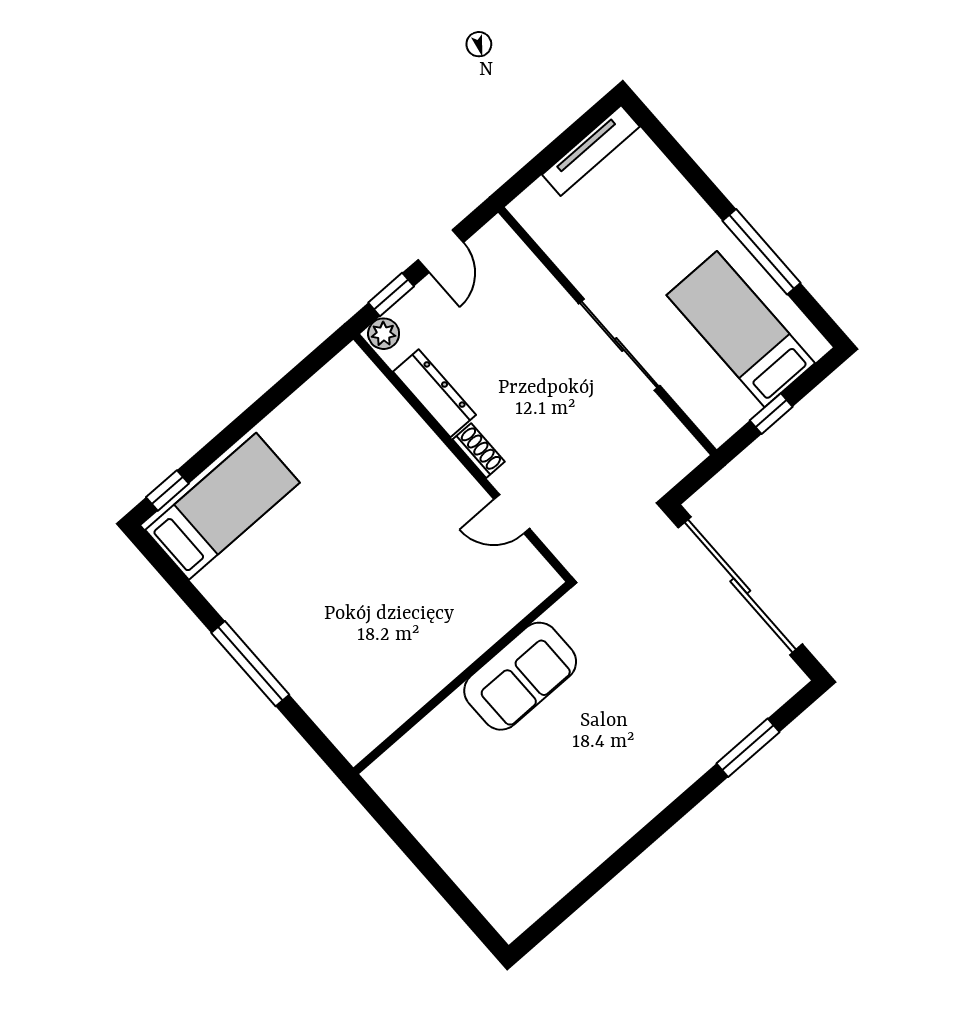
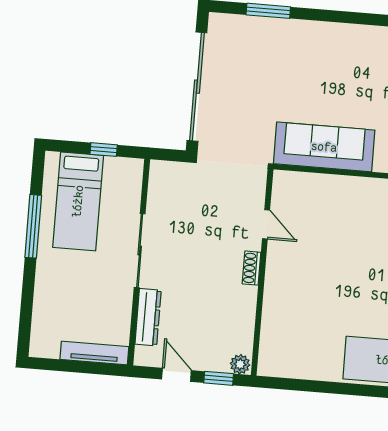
tv unit: (591, 151) -> (94, 353), moved
door: (441, 251) -> (176, 375), hinge flipped
dresser: (435, 393) -> (148, 317), moved, turned 180
sofa: (520, 676) -> (324, 147), width x1.36

